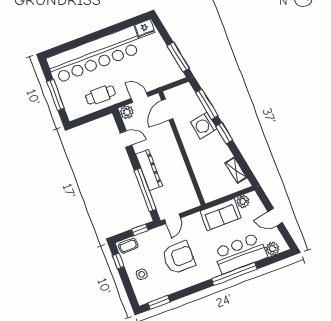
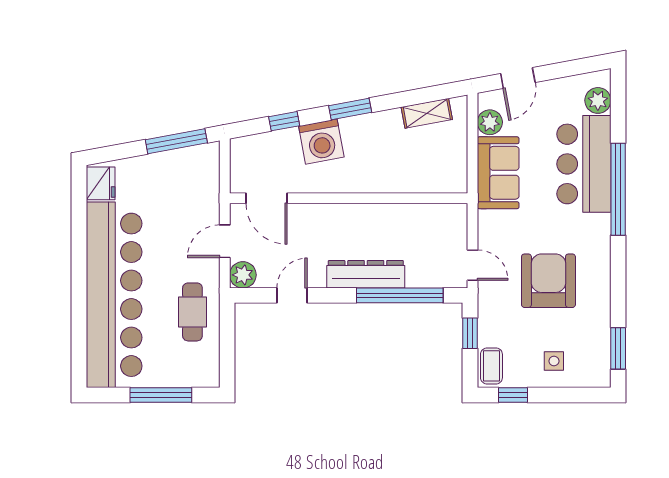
window: (207, 104) -> (284, 121), width x0.46
door: (275, 217) -> (518, 78), moved

